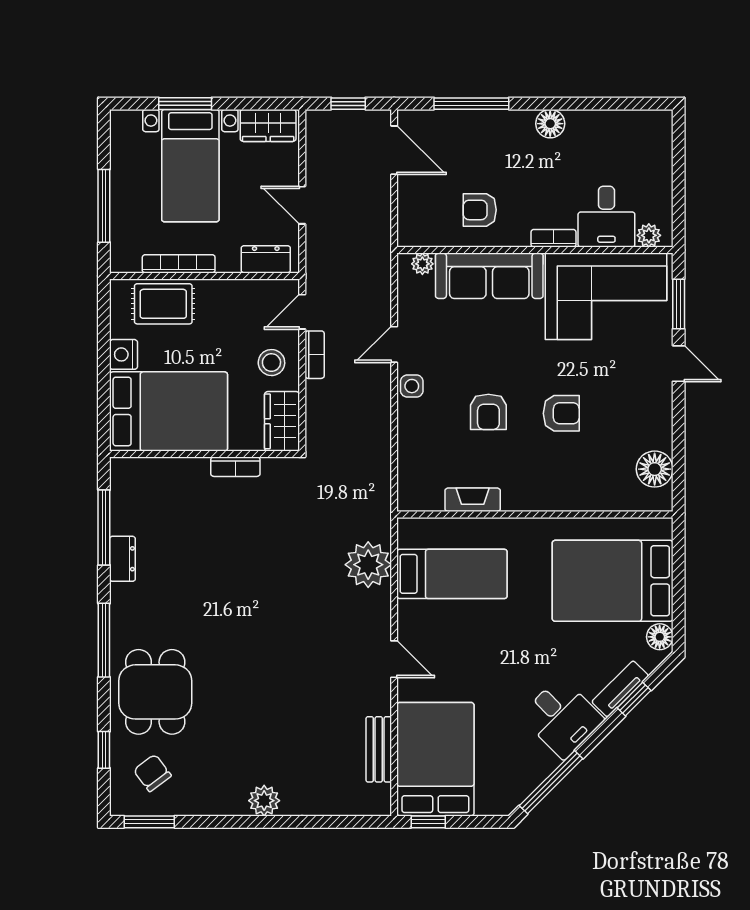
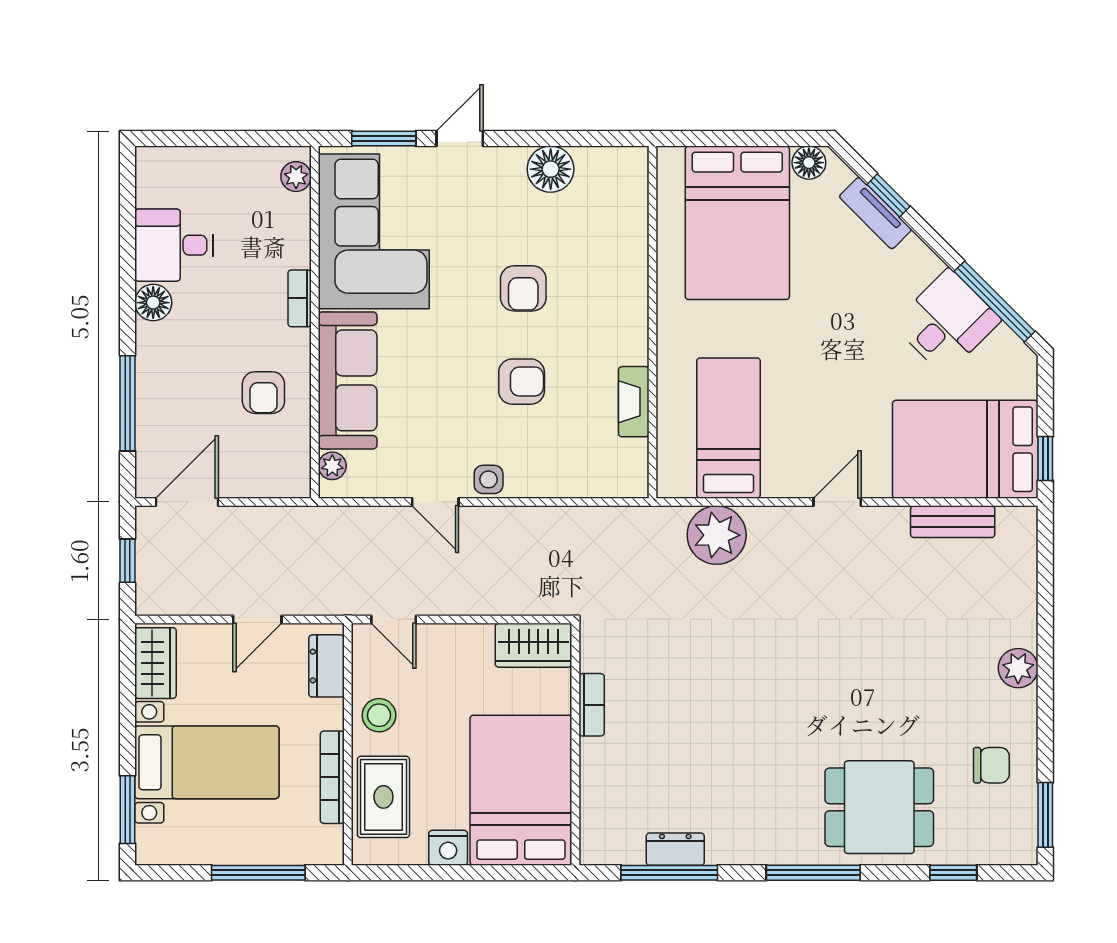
window: (185, 104) -> (128, 810), moved
desk: (606, 217) -> (174, 245), moved, turned 180
bookcase: (315, 355) -> (448, 604), removed
stool: (271, 363) -> (379, 715), moved
armchair: (561, 413) -> (523, 288), turned 180
floor lamp: (655, 469) -> (551, 169), moved
dresser: (122, 559) -> (675, 849), moved
desk: (562, 718) -> (947, 322), moved
chair: (152, 773) -> (991, 765), moved, turned -143

